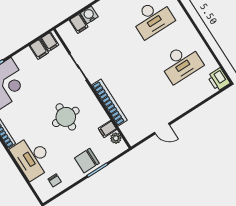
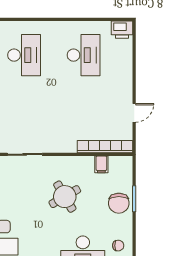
bookcase: (109, 103) -> (105, 147), moved
round table: (66, 117) -> (65, 197), turned -30
plant: (116, 138) -> (115, 162), removed

